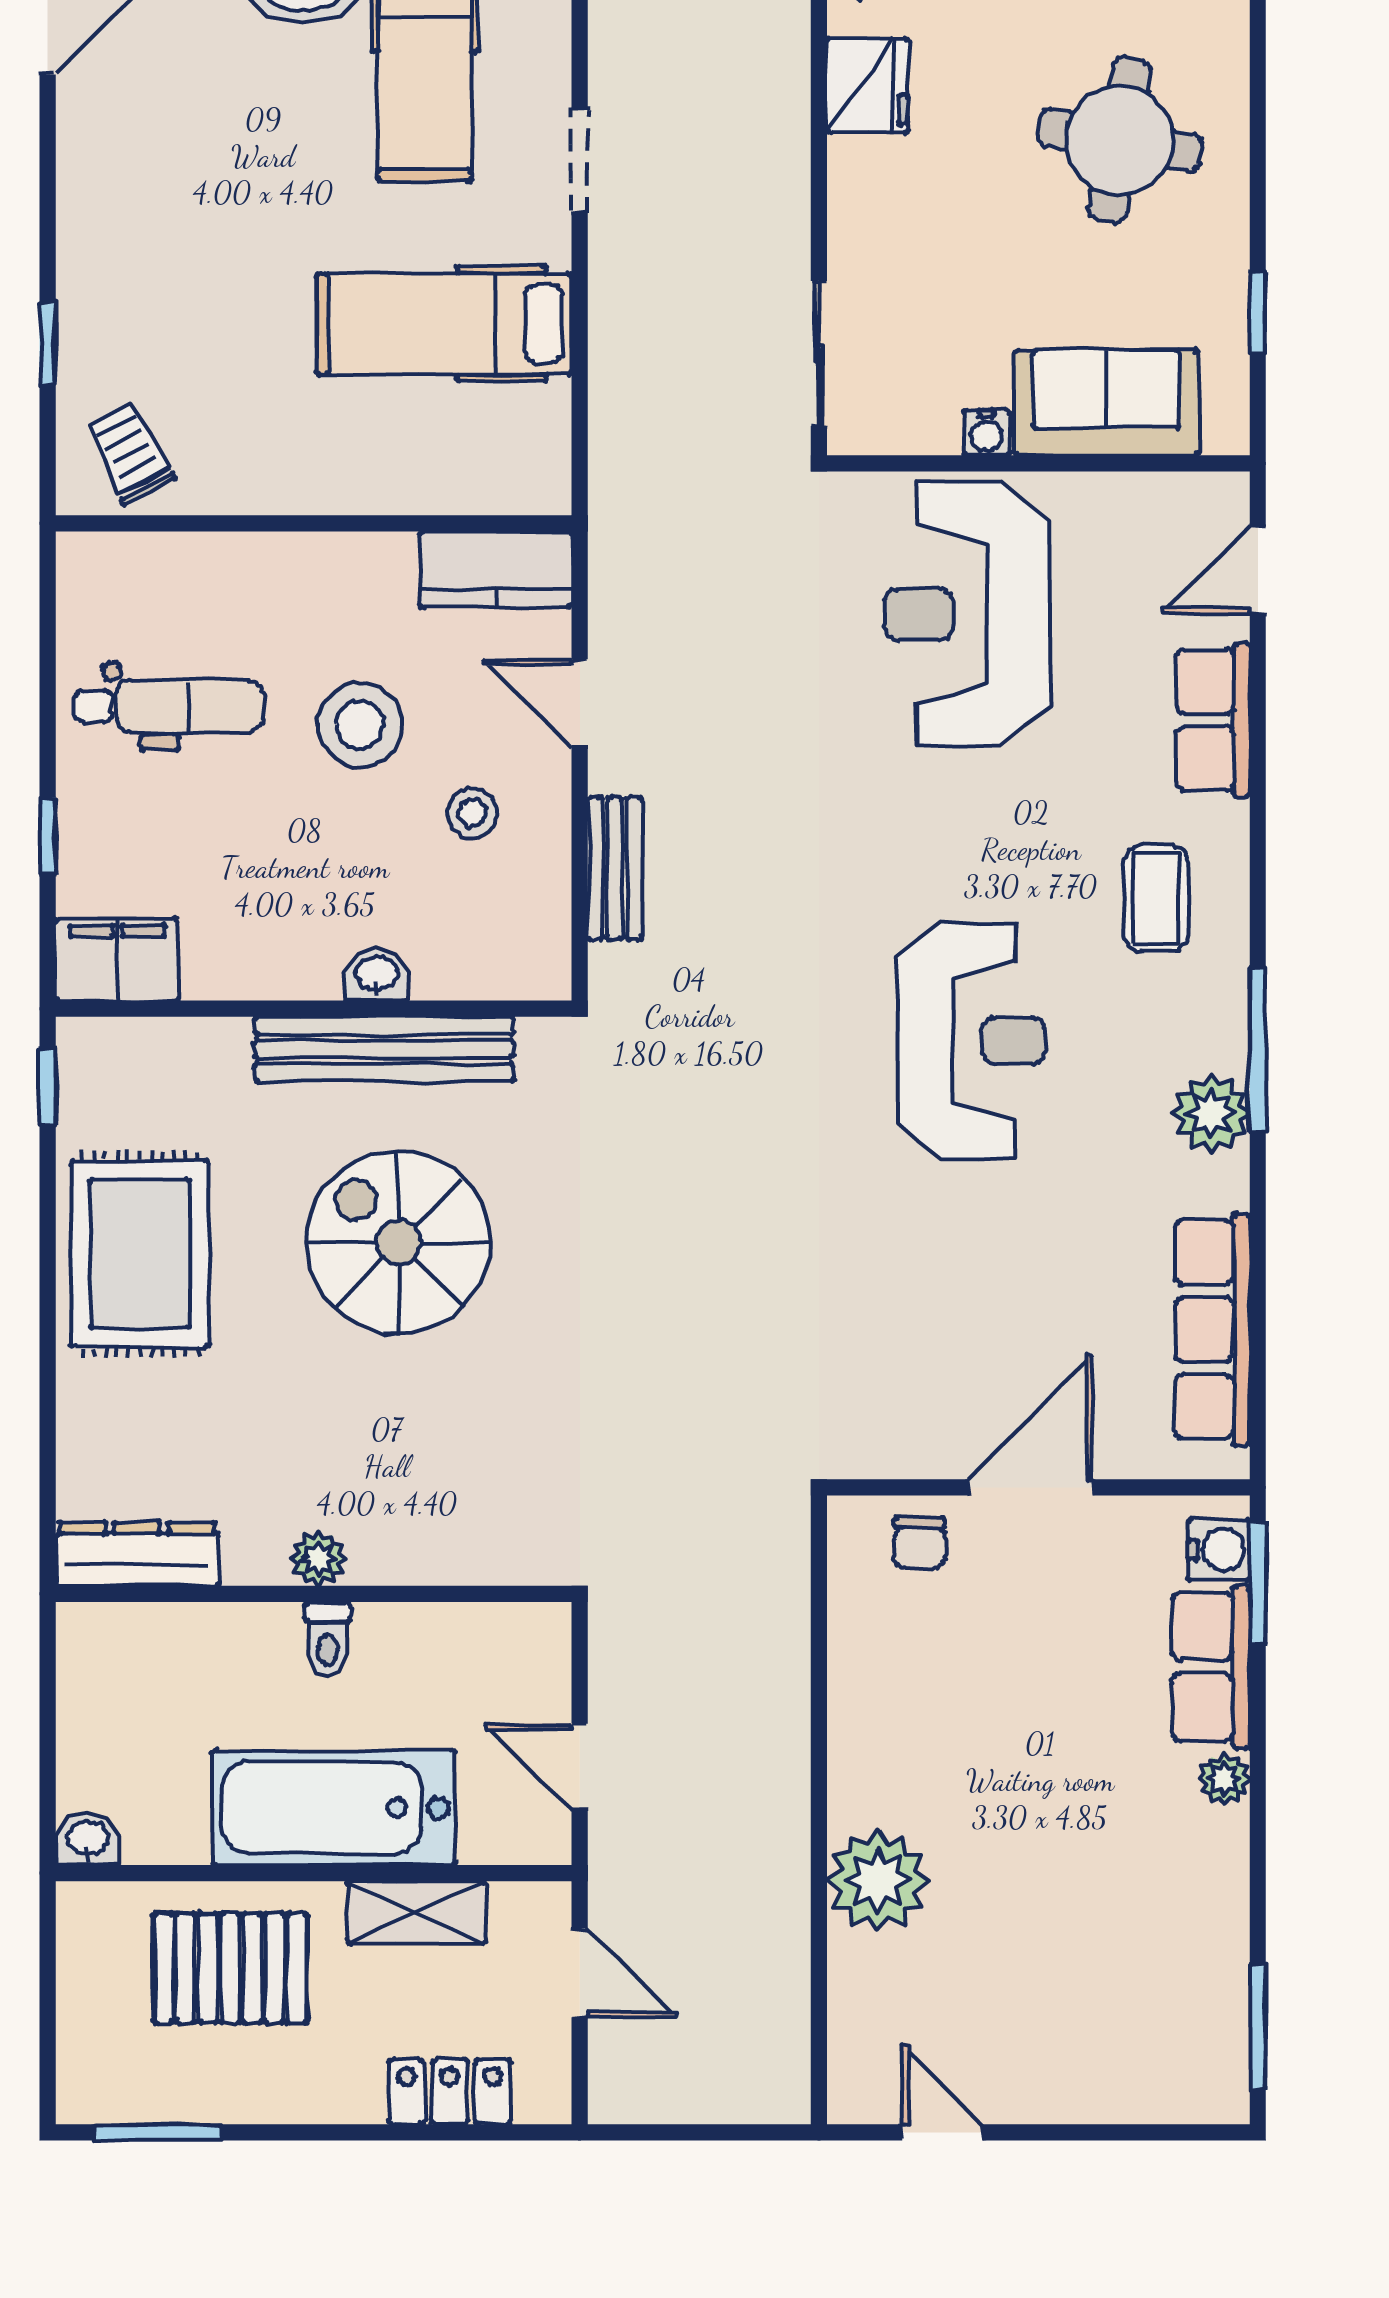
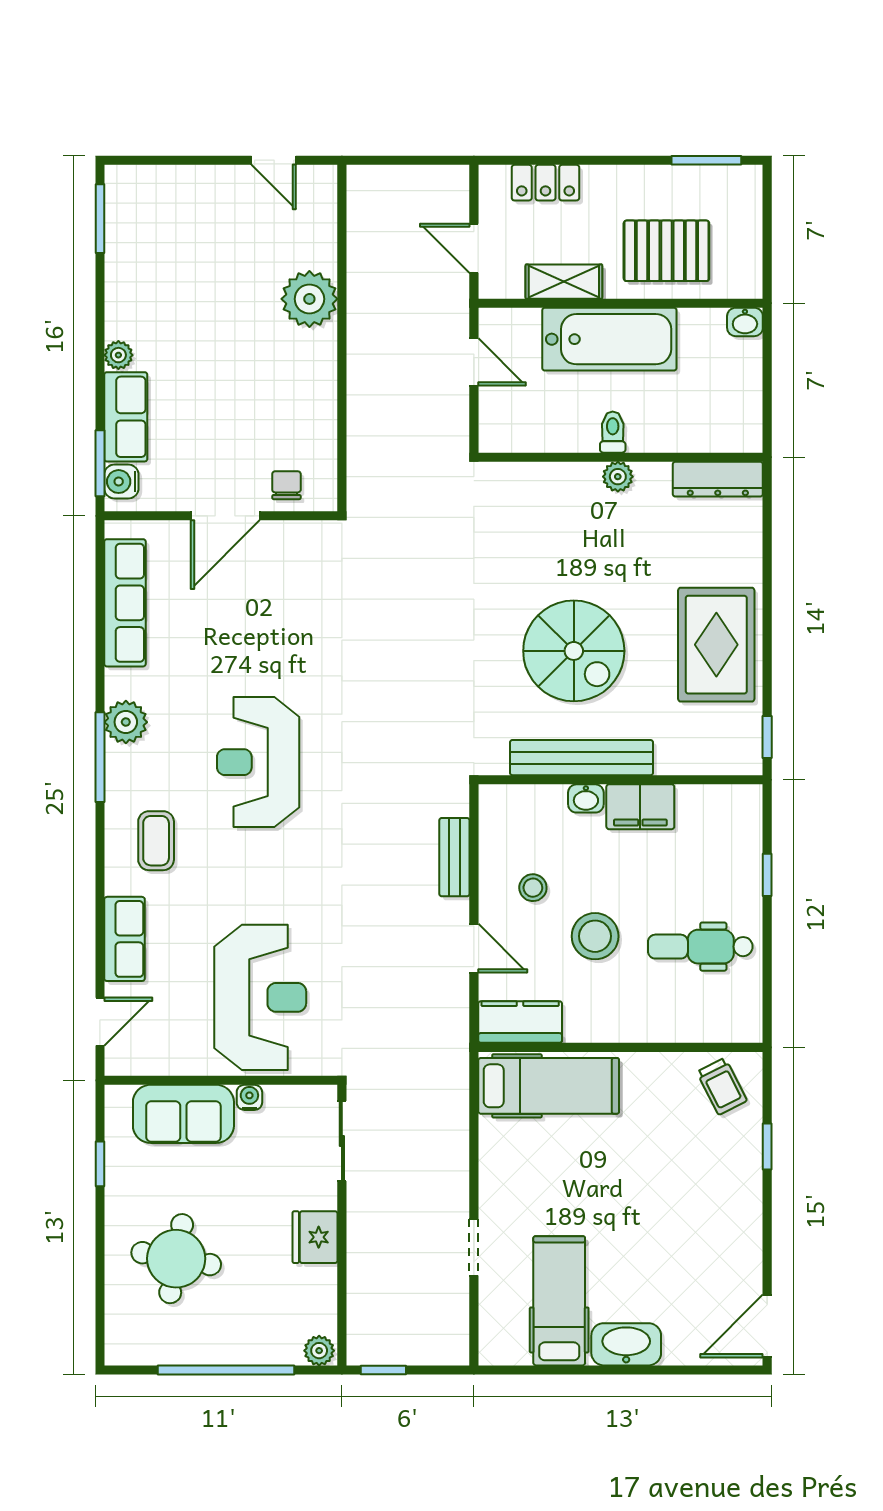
fridge: (868, 85) -> (315, 1237), moved
hospital bed: (444, 324) -> (549, 1086), moved
filing cabinet: (117, 960) -> (640, 807), moved

